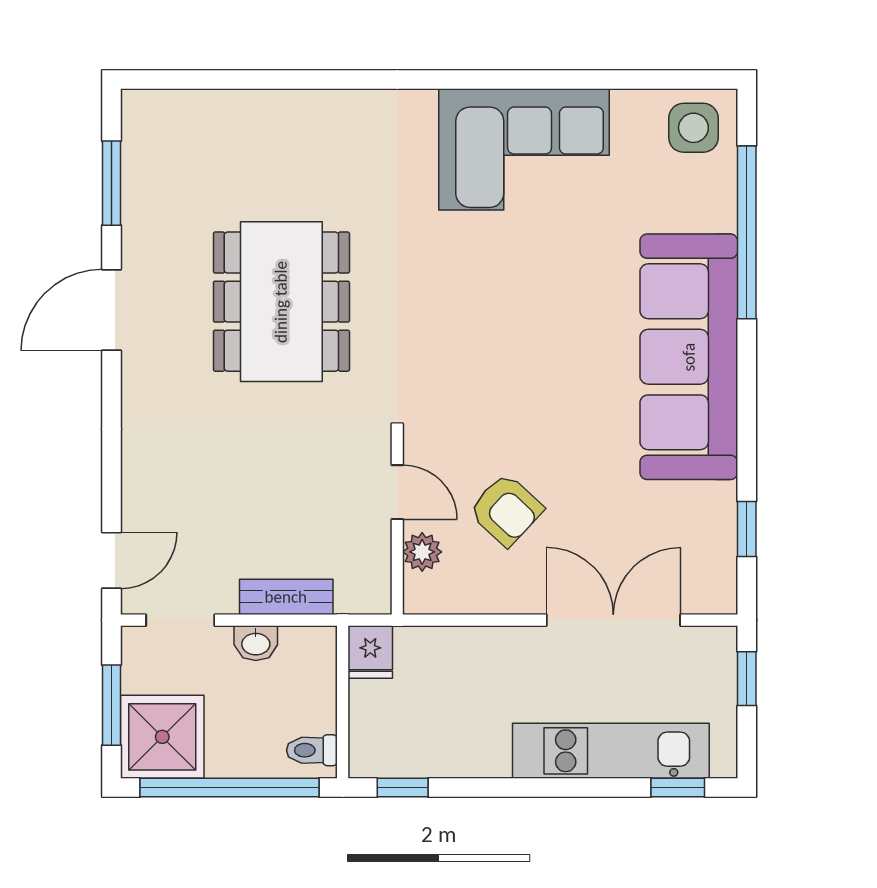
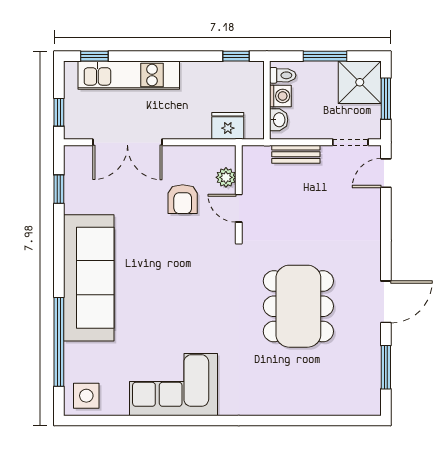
armchair: (506, 510) -> (183, 199), turned -133
washbasin: (256, 643) -> (279, 120), moved, turned 90
fridge: (370, 652) -> (228, 126), moved, width x1.38
washing machine: (316, 710) -> (280, 96), added
window: (230, 788) -> (325, 56), width x0.47

